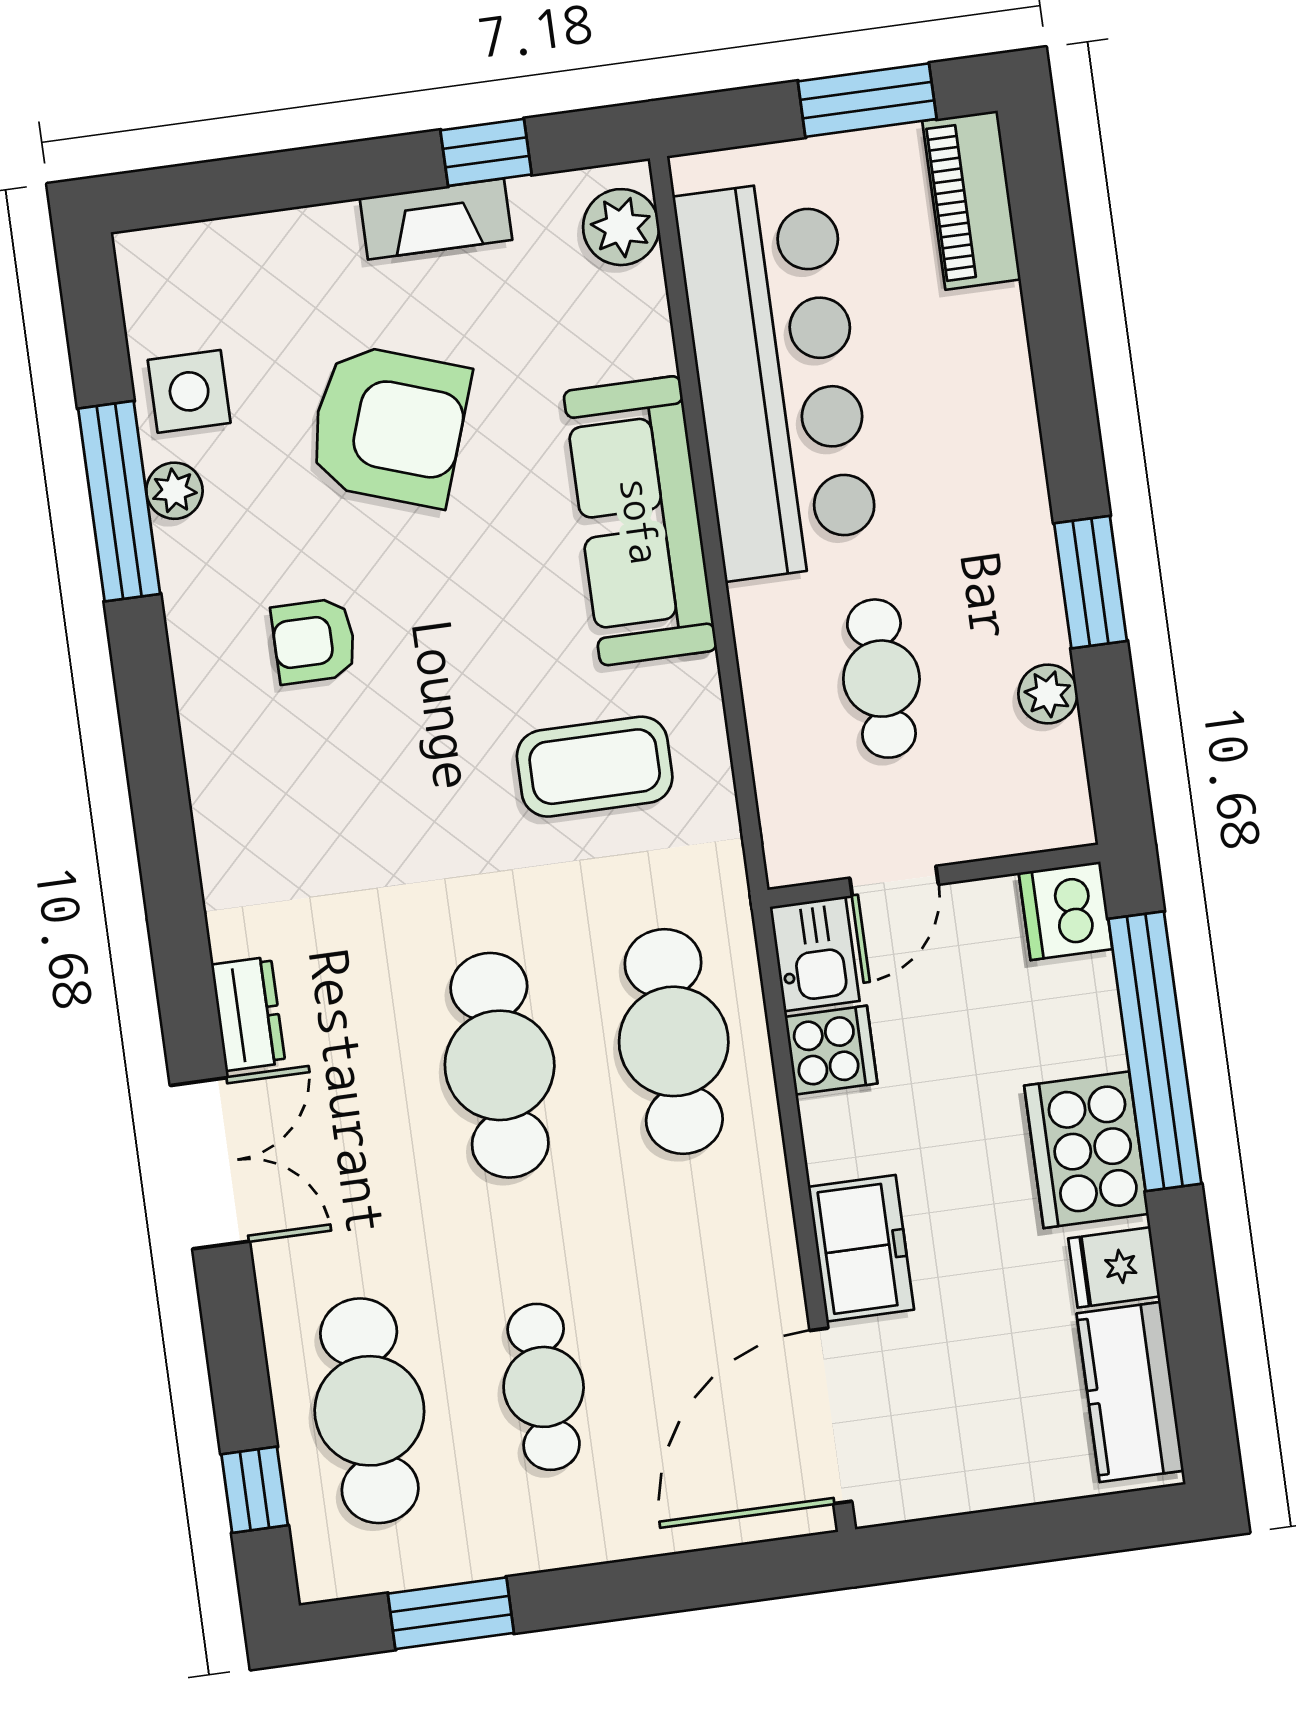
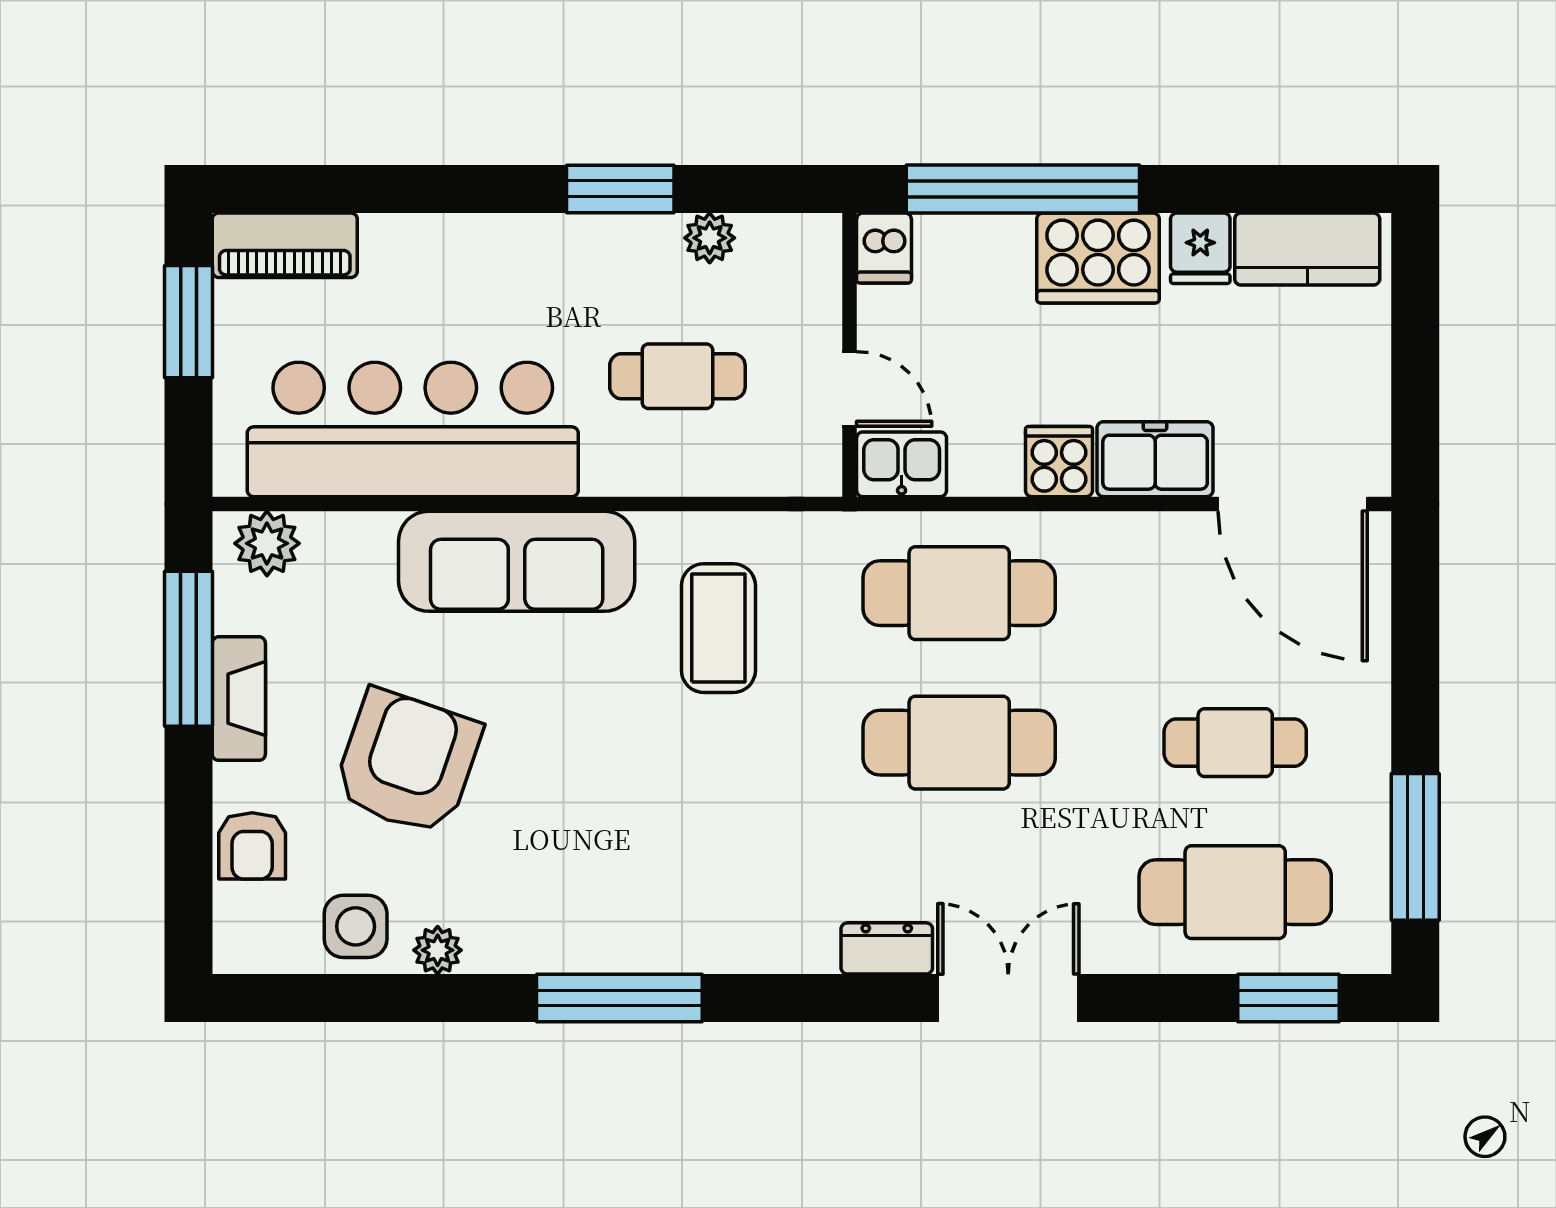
window: (486, 152) -> (188, 649), width x2.17
window: (119, 501) -> (619, 998), moved
armchair: (314, 641) -> (252, 846), moved
dishwasher: (1066, 911) -> (884, 248), width x0.73
cooker: (831, 1050) -> (1059, 462), moved
window: (255, 1490) -> (1288, 998), width x1.50
window: (451, 1613) -> (1415, 847), width x1.44

